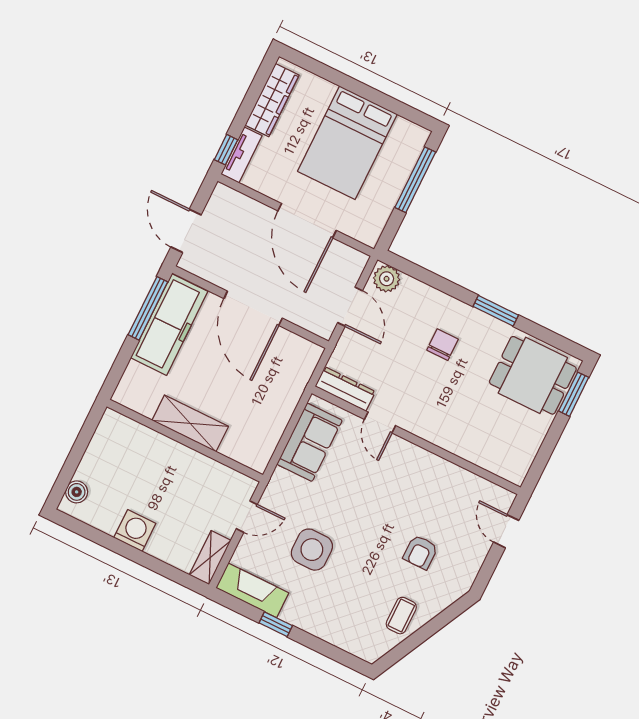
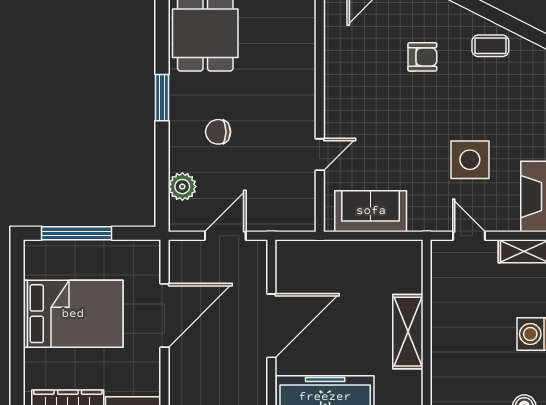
plant: (387, 279) -> (182, 187), moved
dresser: (345, 389) -> (304, 202), removed

